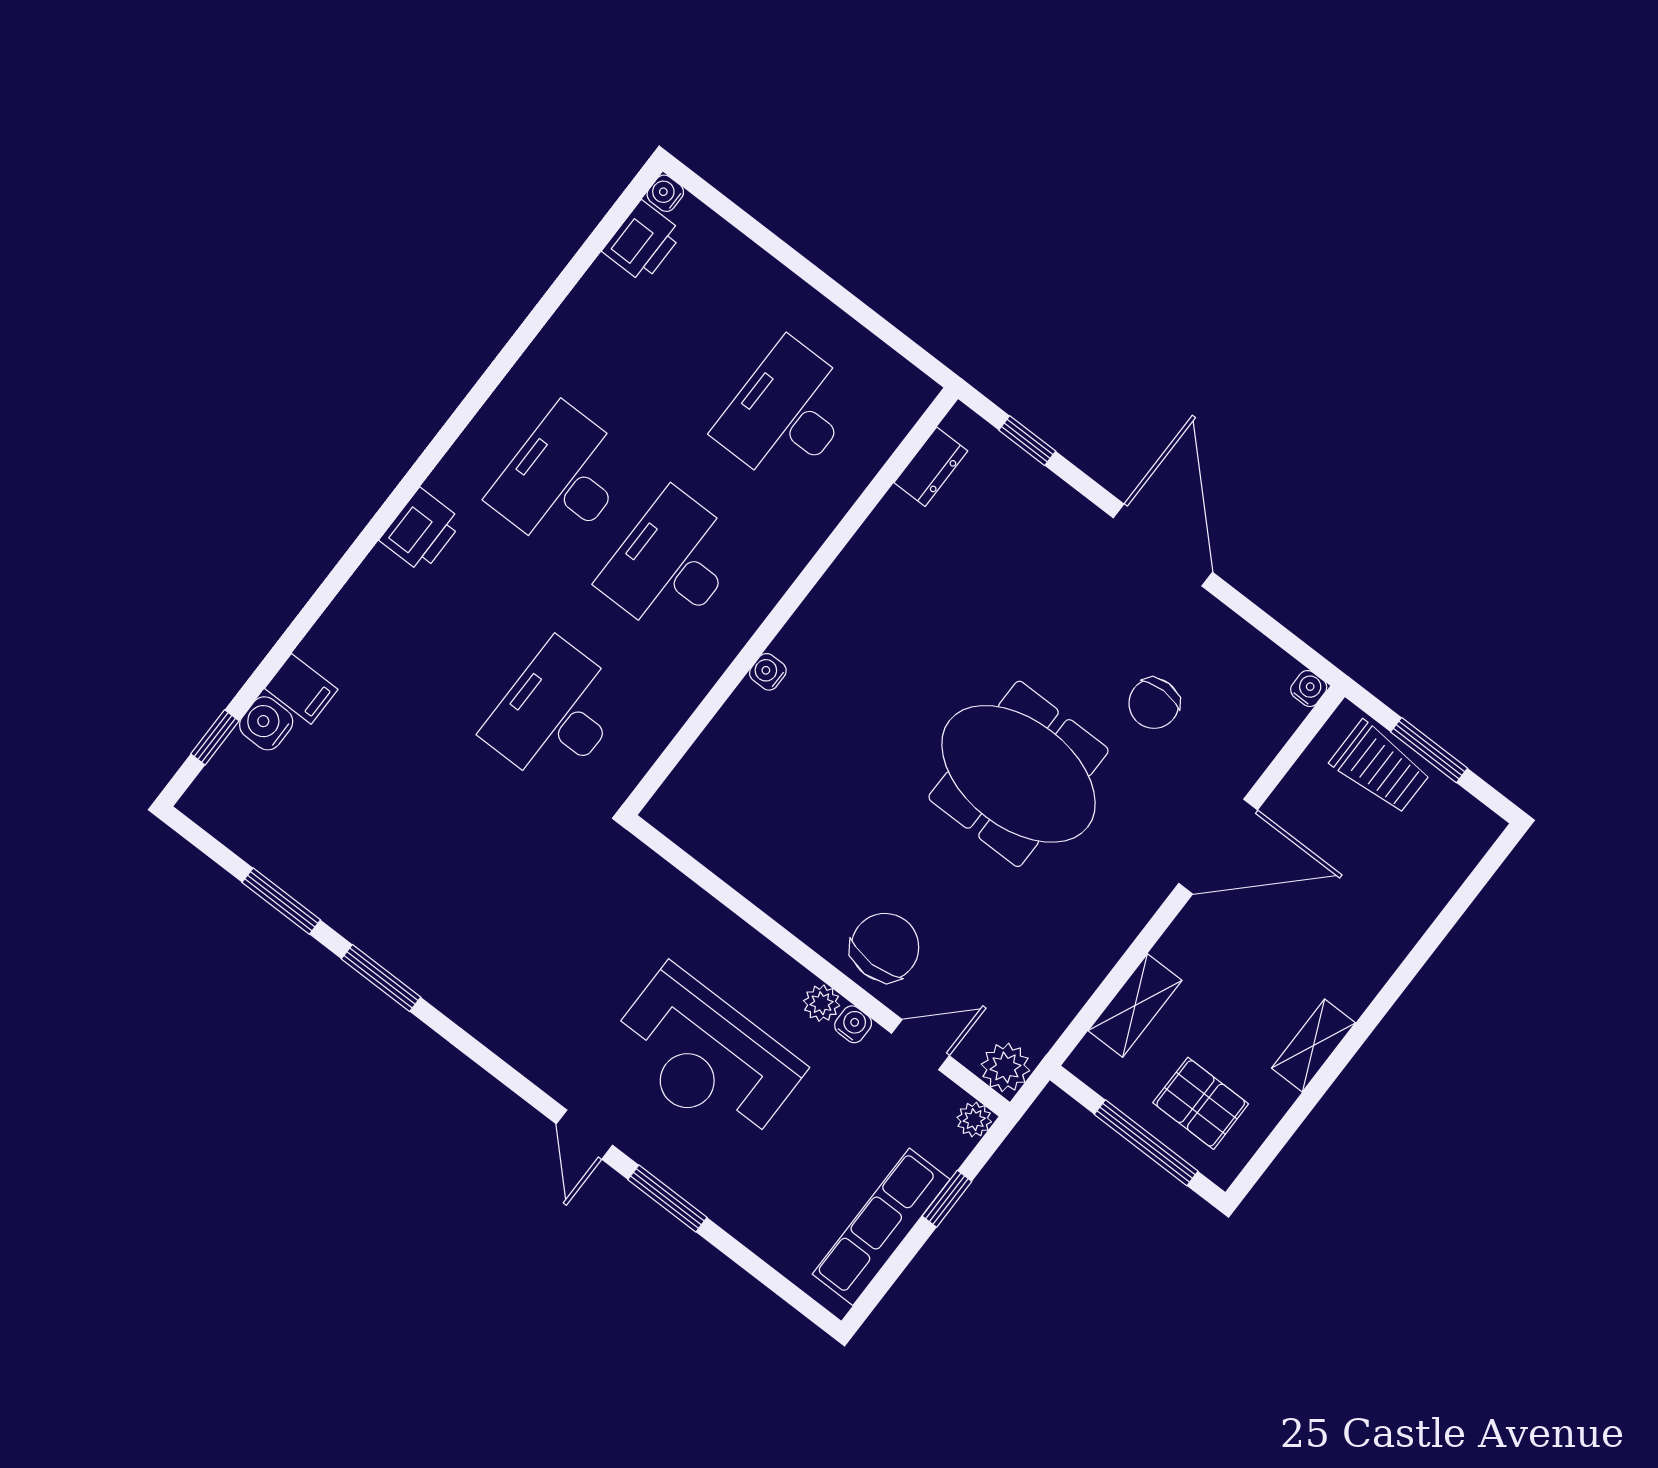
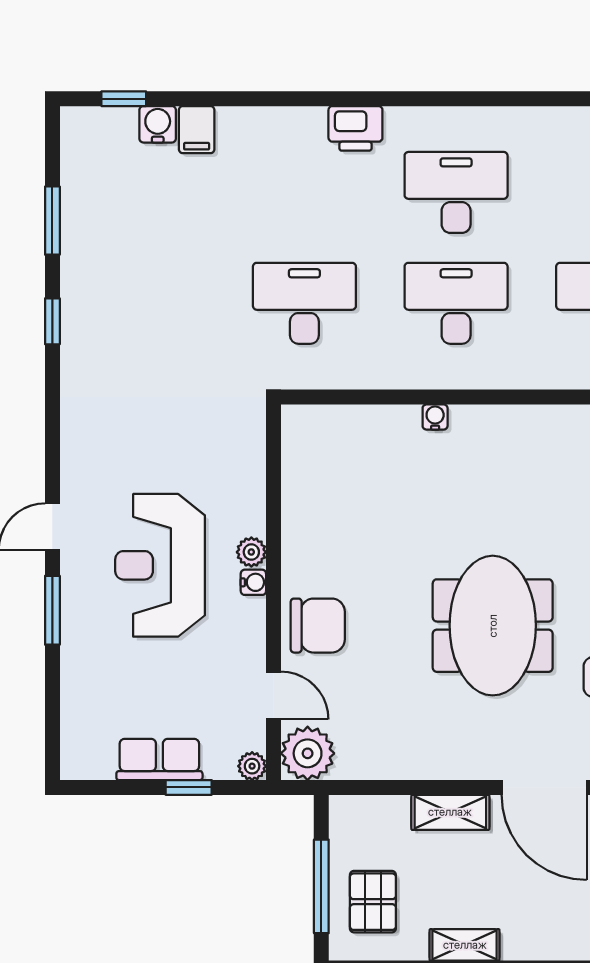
window: (381, 978) -> (52, 321), width x0.67
plant: (822, 1003) -> (251, 552), moved
shelving: (1135, 1006) -> (450, 812), moved
water cooler: (853, 1024) -> (253, 582), moved
plant: (1005, 1067) -> (308, 753), width x1.36, depth x1.36
row of seats: (881, 1227) -> (159, 760), width x0.68

